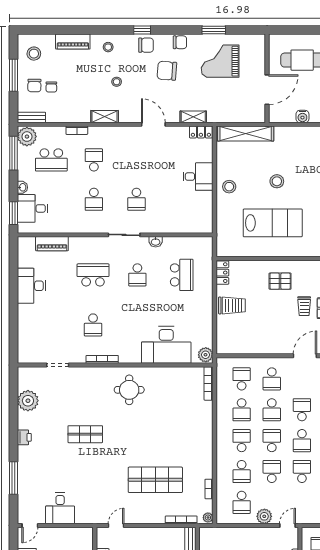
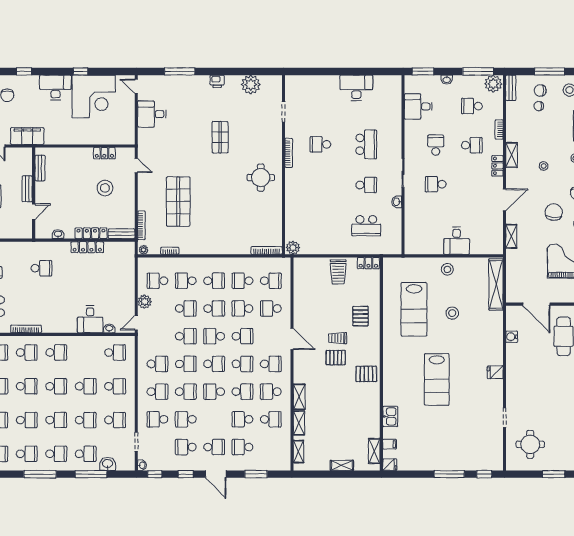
locker: (201, 132) -> (497, 166), moved
school desk: (51, 160) -> (472, 106), width x0.54
school desk: (94, 199) -> (436, 145), turned 90
desk: (33, 208) -> (418, 106), moved, turned -90
piano: (52, 244) -> (395, 107), removed
school desk: (137, 275) -> (366, 185), turned 180
desk: (166, 345) -> (302, 212), removed
door: (287, 525) -> (136, 323), swing flipped

